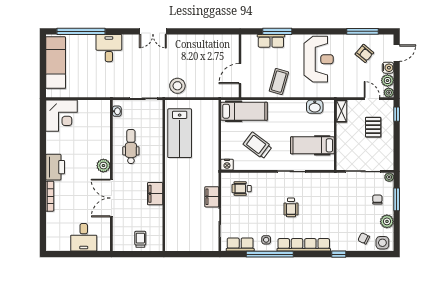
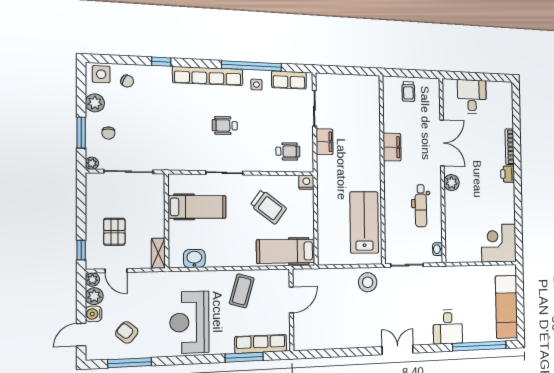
row of seats: (271, 41) -> (261, 344), width x1.48
printer: (55, 167) -> (508, 174), width x0.53, depth x0.68
wheelchair: (291, 207) -> (225, 126), turned -90

